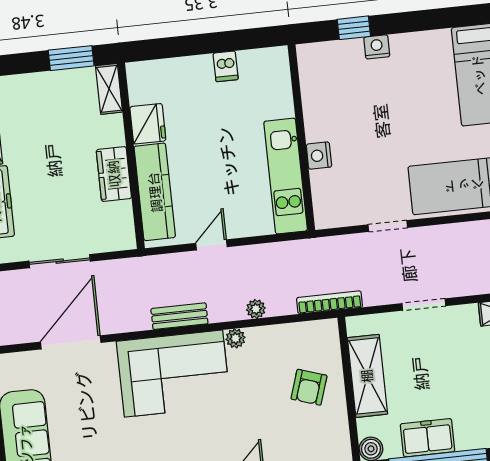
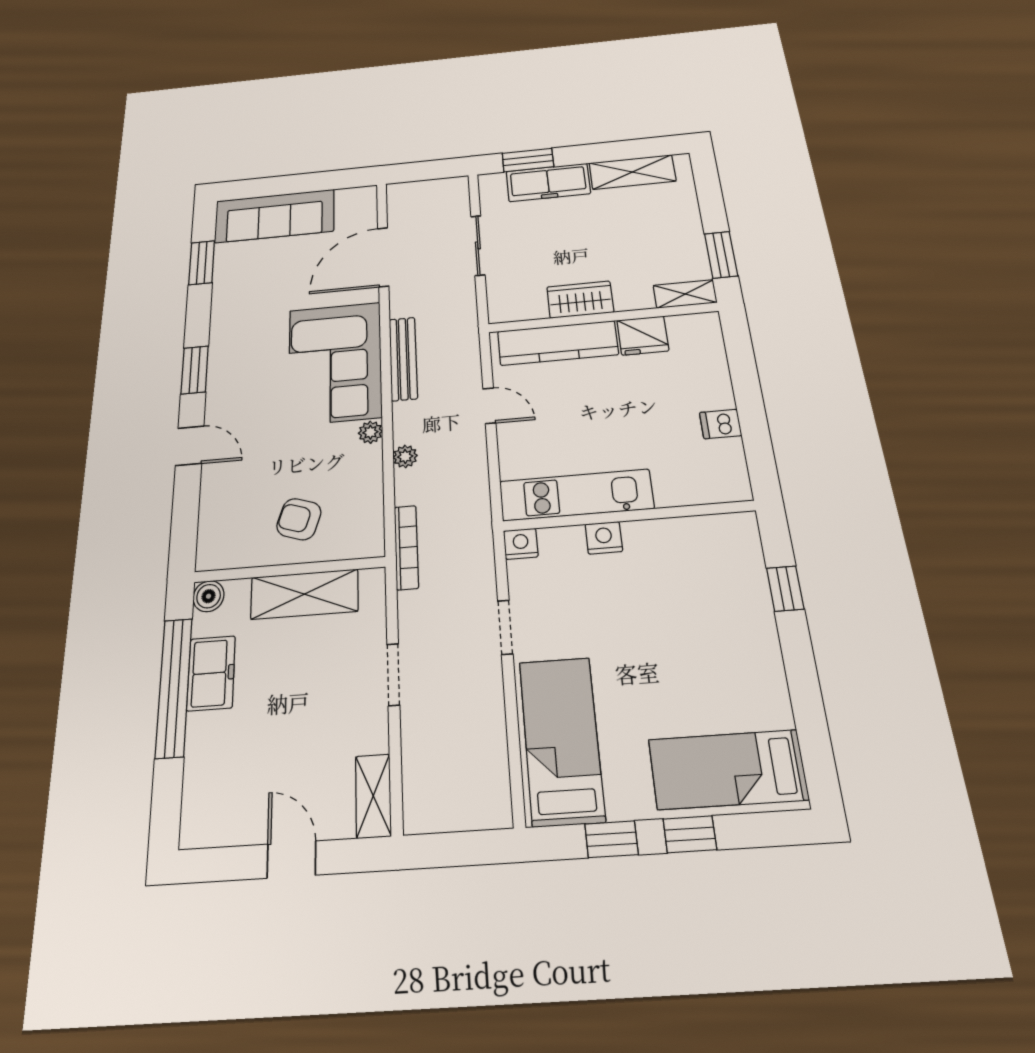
nightstand: (377, 47) -> (521, 544), moved, turned -90
bench: (179, 316) -> (403, 359), width x1.36
door: (71, 342) -> (383, 257), swing flipped

